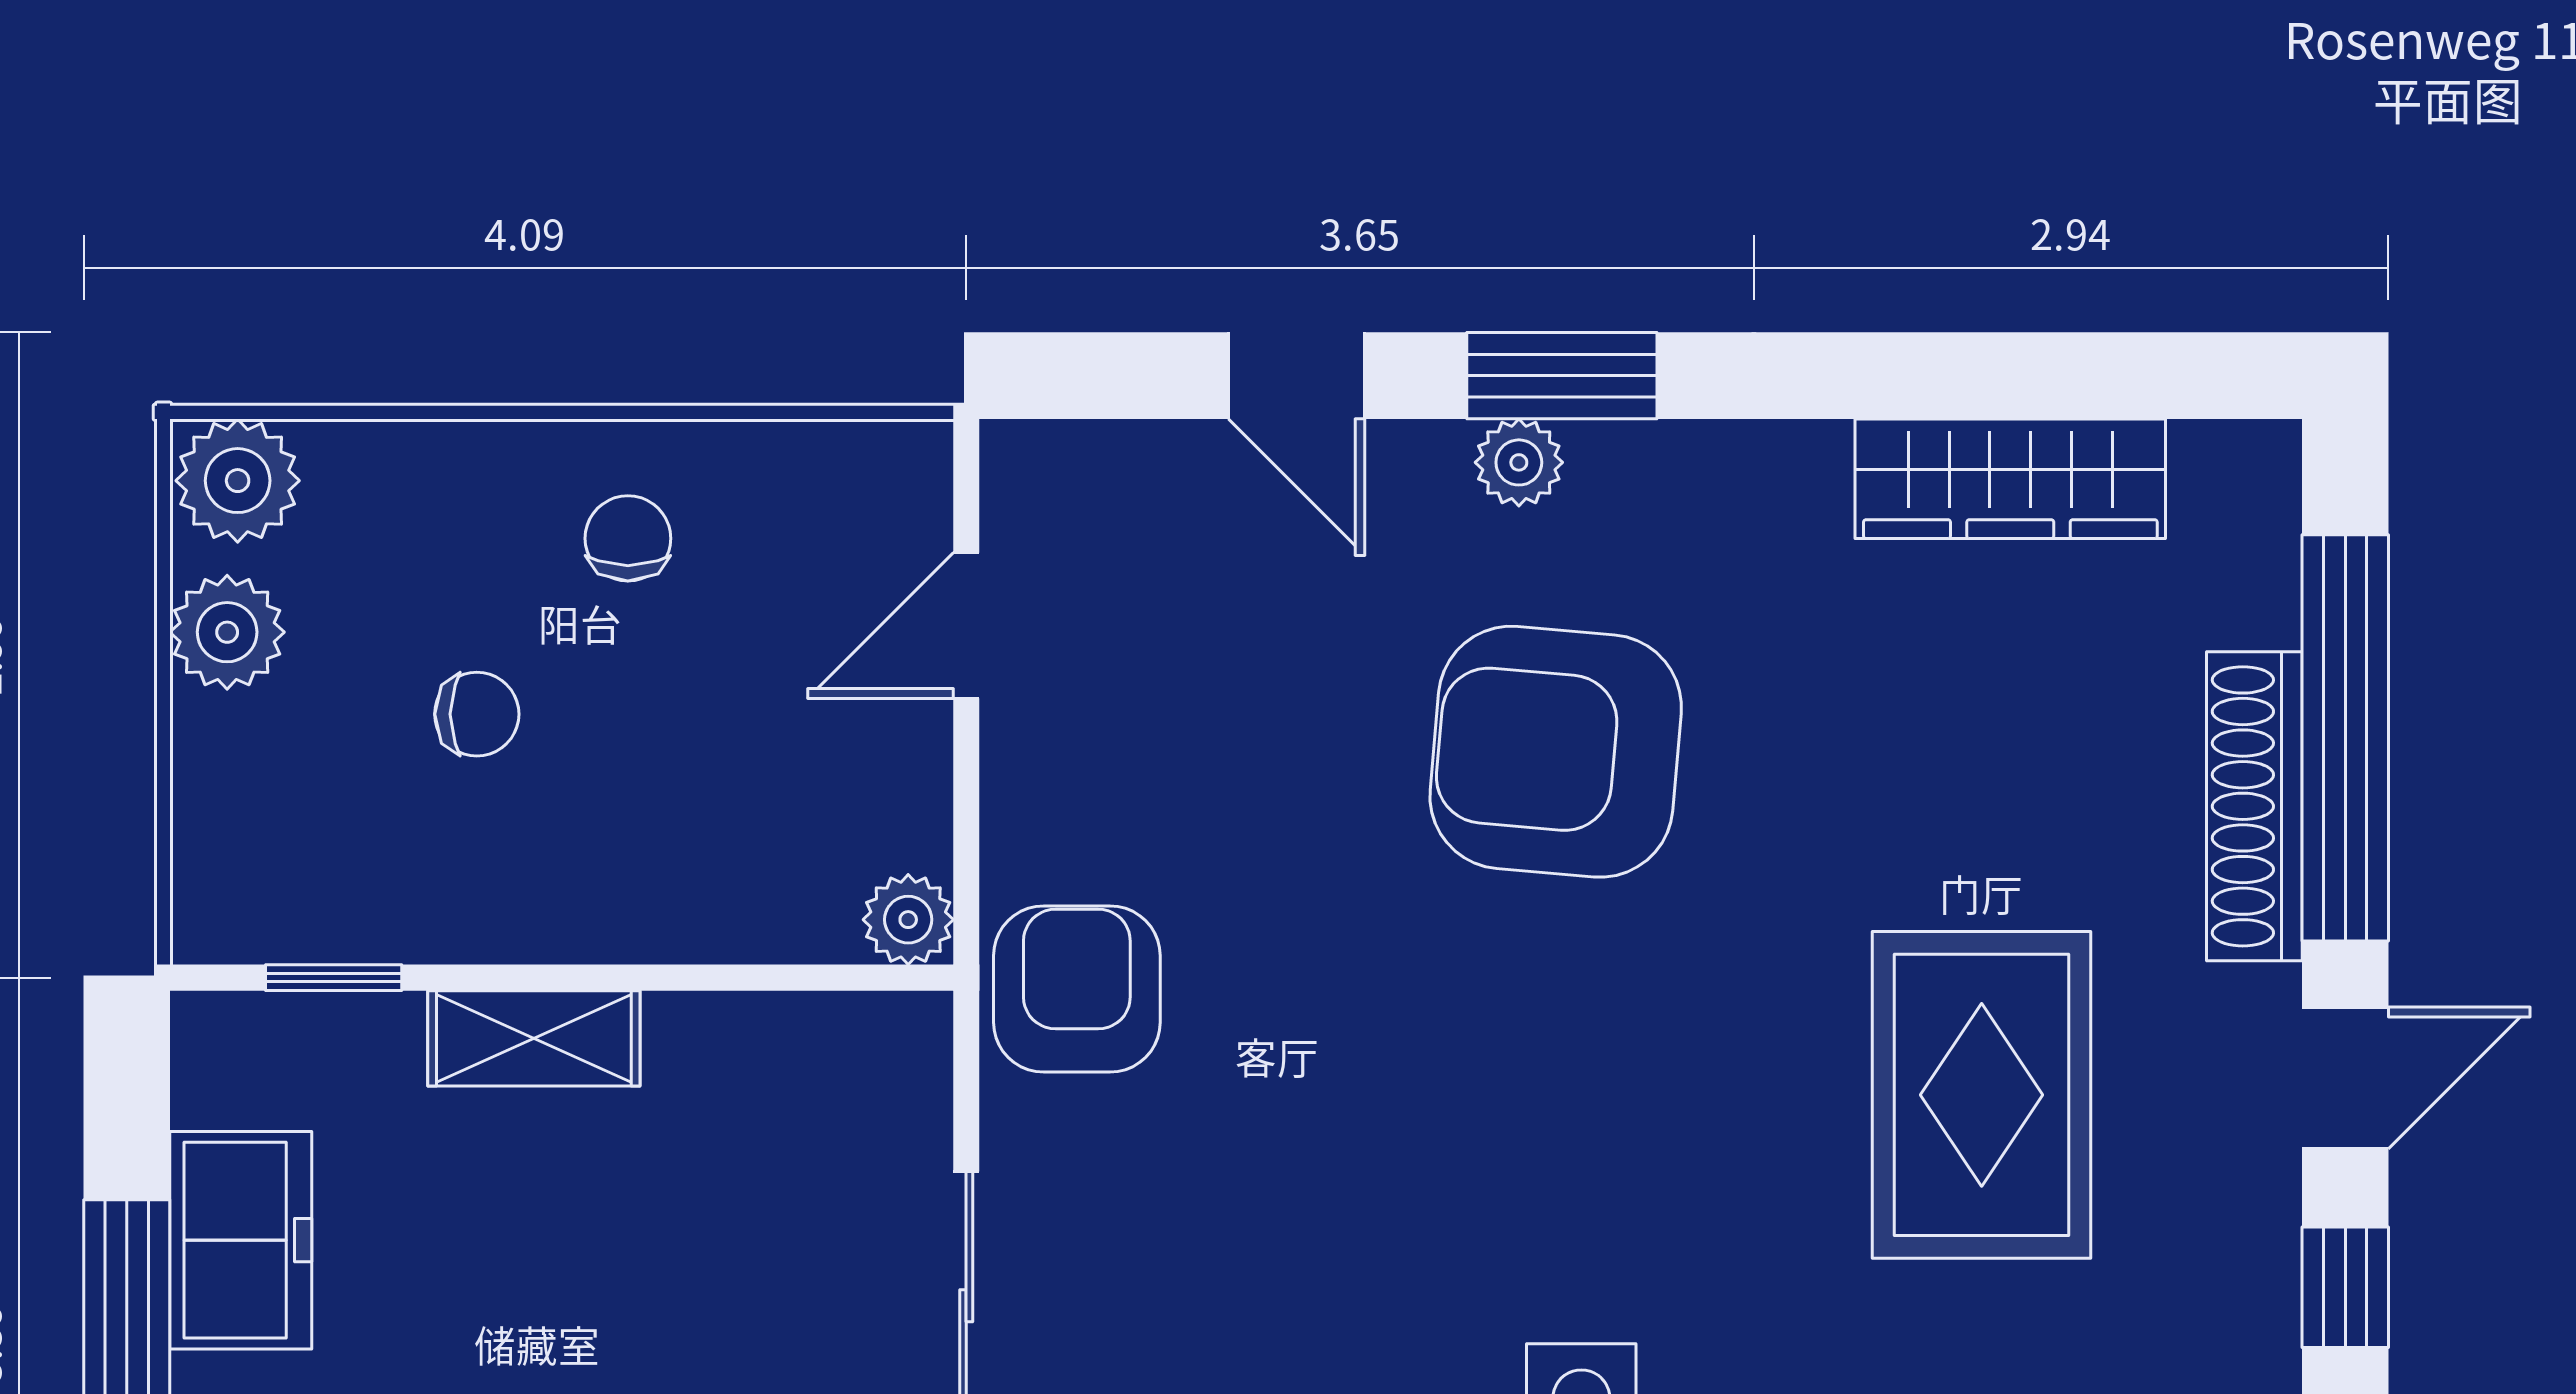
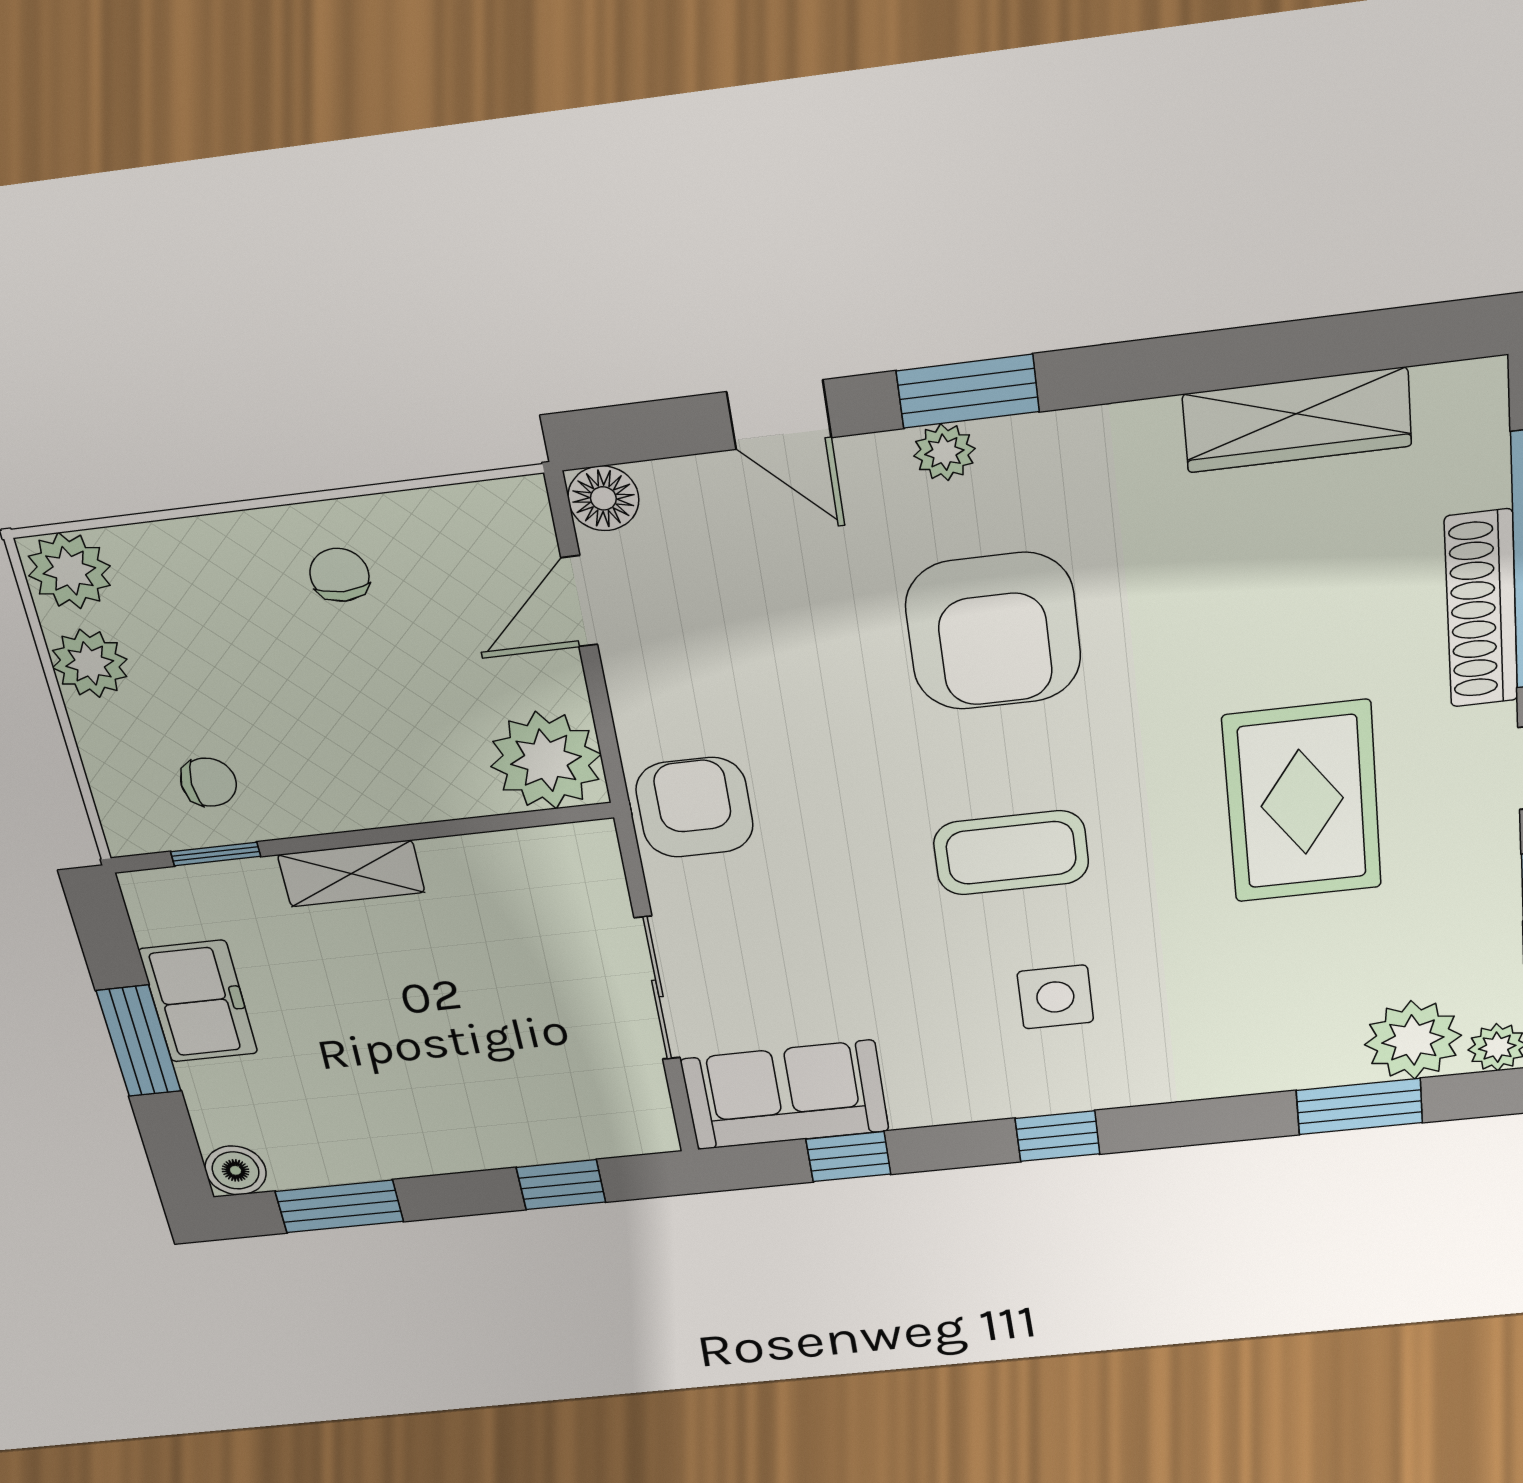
floor lamp: (1030, 469) -> (603, 498), added
chair: (477, 714) -> (208, 782), moved
armchair: (1556, 752) -> (993, 632), turned -95
plant: (908, 920) -> (546, 760), width x1.87, depth x1.87
coffee table: (1541, 1128) -> (1011, 853), added

